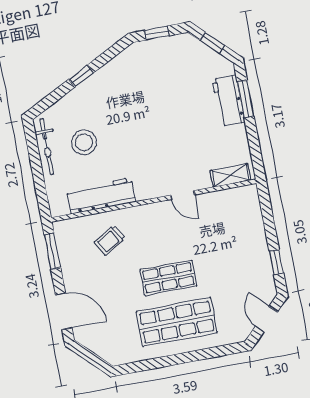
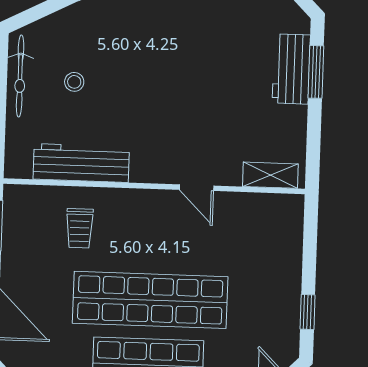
stool: (84, 142) -> (74, 82), width x0.53, depth x0.53
trolley: (110, 240) -> (80, 228), turned -60
shop shelf: (168, 278) -> (150, 300), width x2.00, depth x1.36

